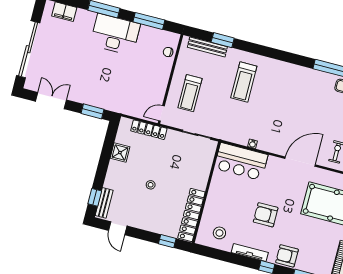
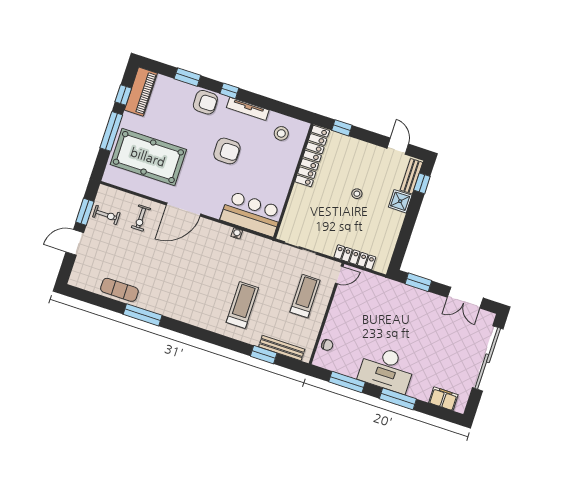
shower: (120, 153) -> (400, 201), moved

